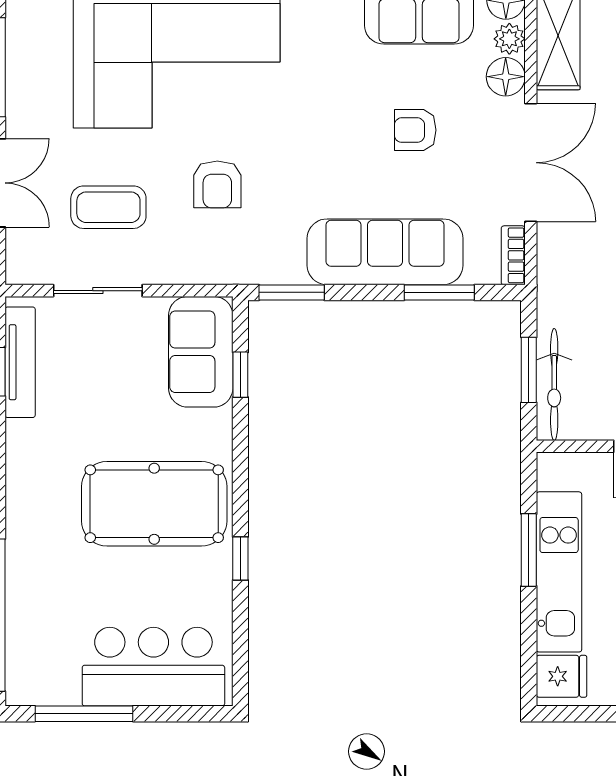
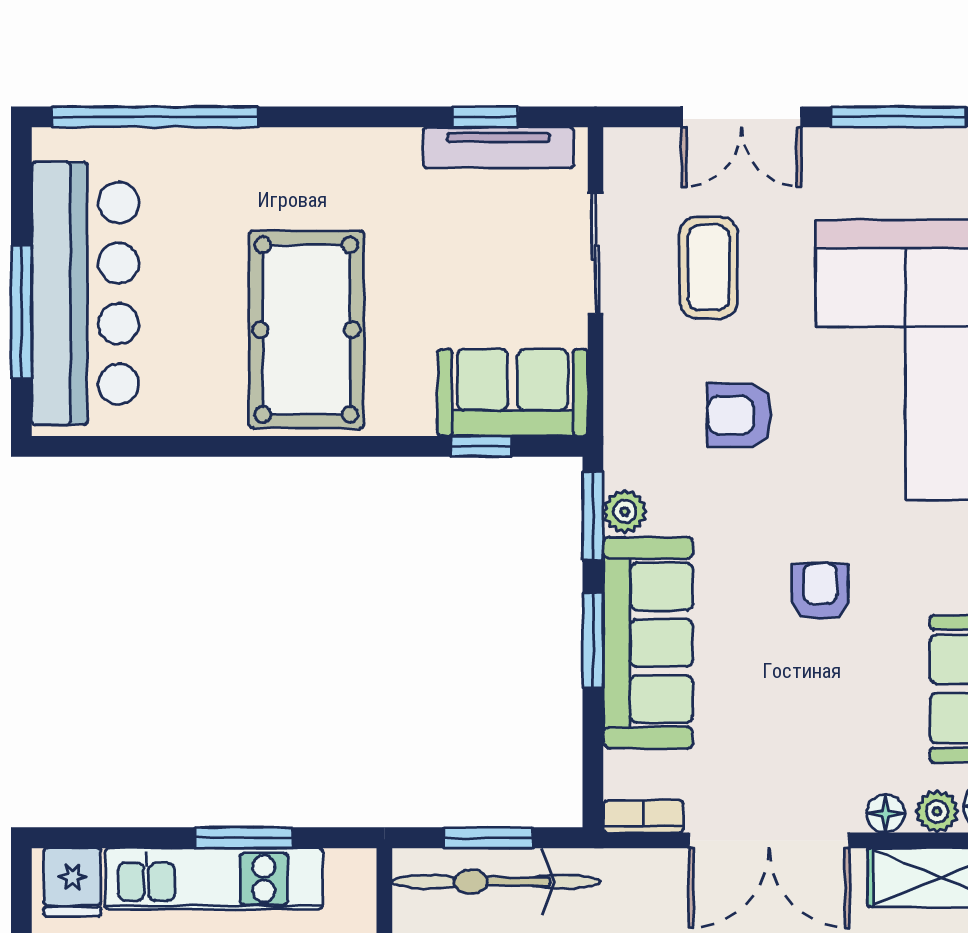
floor lamp: (506, 77) -> (886, 813), width x0.73, depth x0.73
armchair: (415, 130) -> (820, 591), moved
plant: (288, 269) -> (625, 511), added
window: (439, 292) -> (593, 641), moved
bicycle: (554, 384) -> (496, 882), width x1.37, depth x1.40
window: (240, 558) -> (232, 446), removed
bar counter: (153, 667) -> (85, 293), width x1.36
window: (84, 714) -> (21, 312), moved

